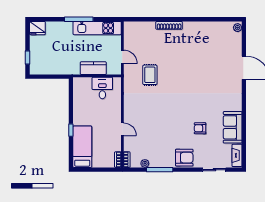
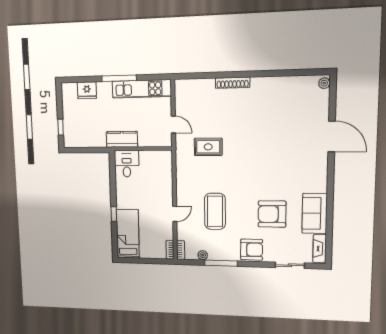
fridge: (37, 28) -> (87, 90), moved
kitchen counter: (93, 68) -> (122, 139), moved
rug: (150, 75) -> (208, 147), turned 90
desk: (102, 88) -> (127, 164), moved
coffee table: (155, 127) -> (215, 211), added
armchair: (200, 128) -> (272, 214), width x1.88, depth x1.88
door: (122, 129) -> (175, 214), hinge flipped

